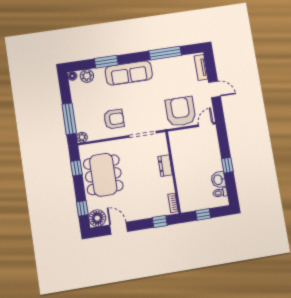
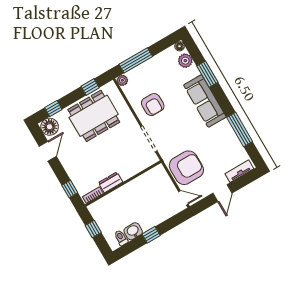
dresser: (165, 166) -> (111, 182), moved

